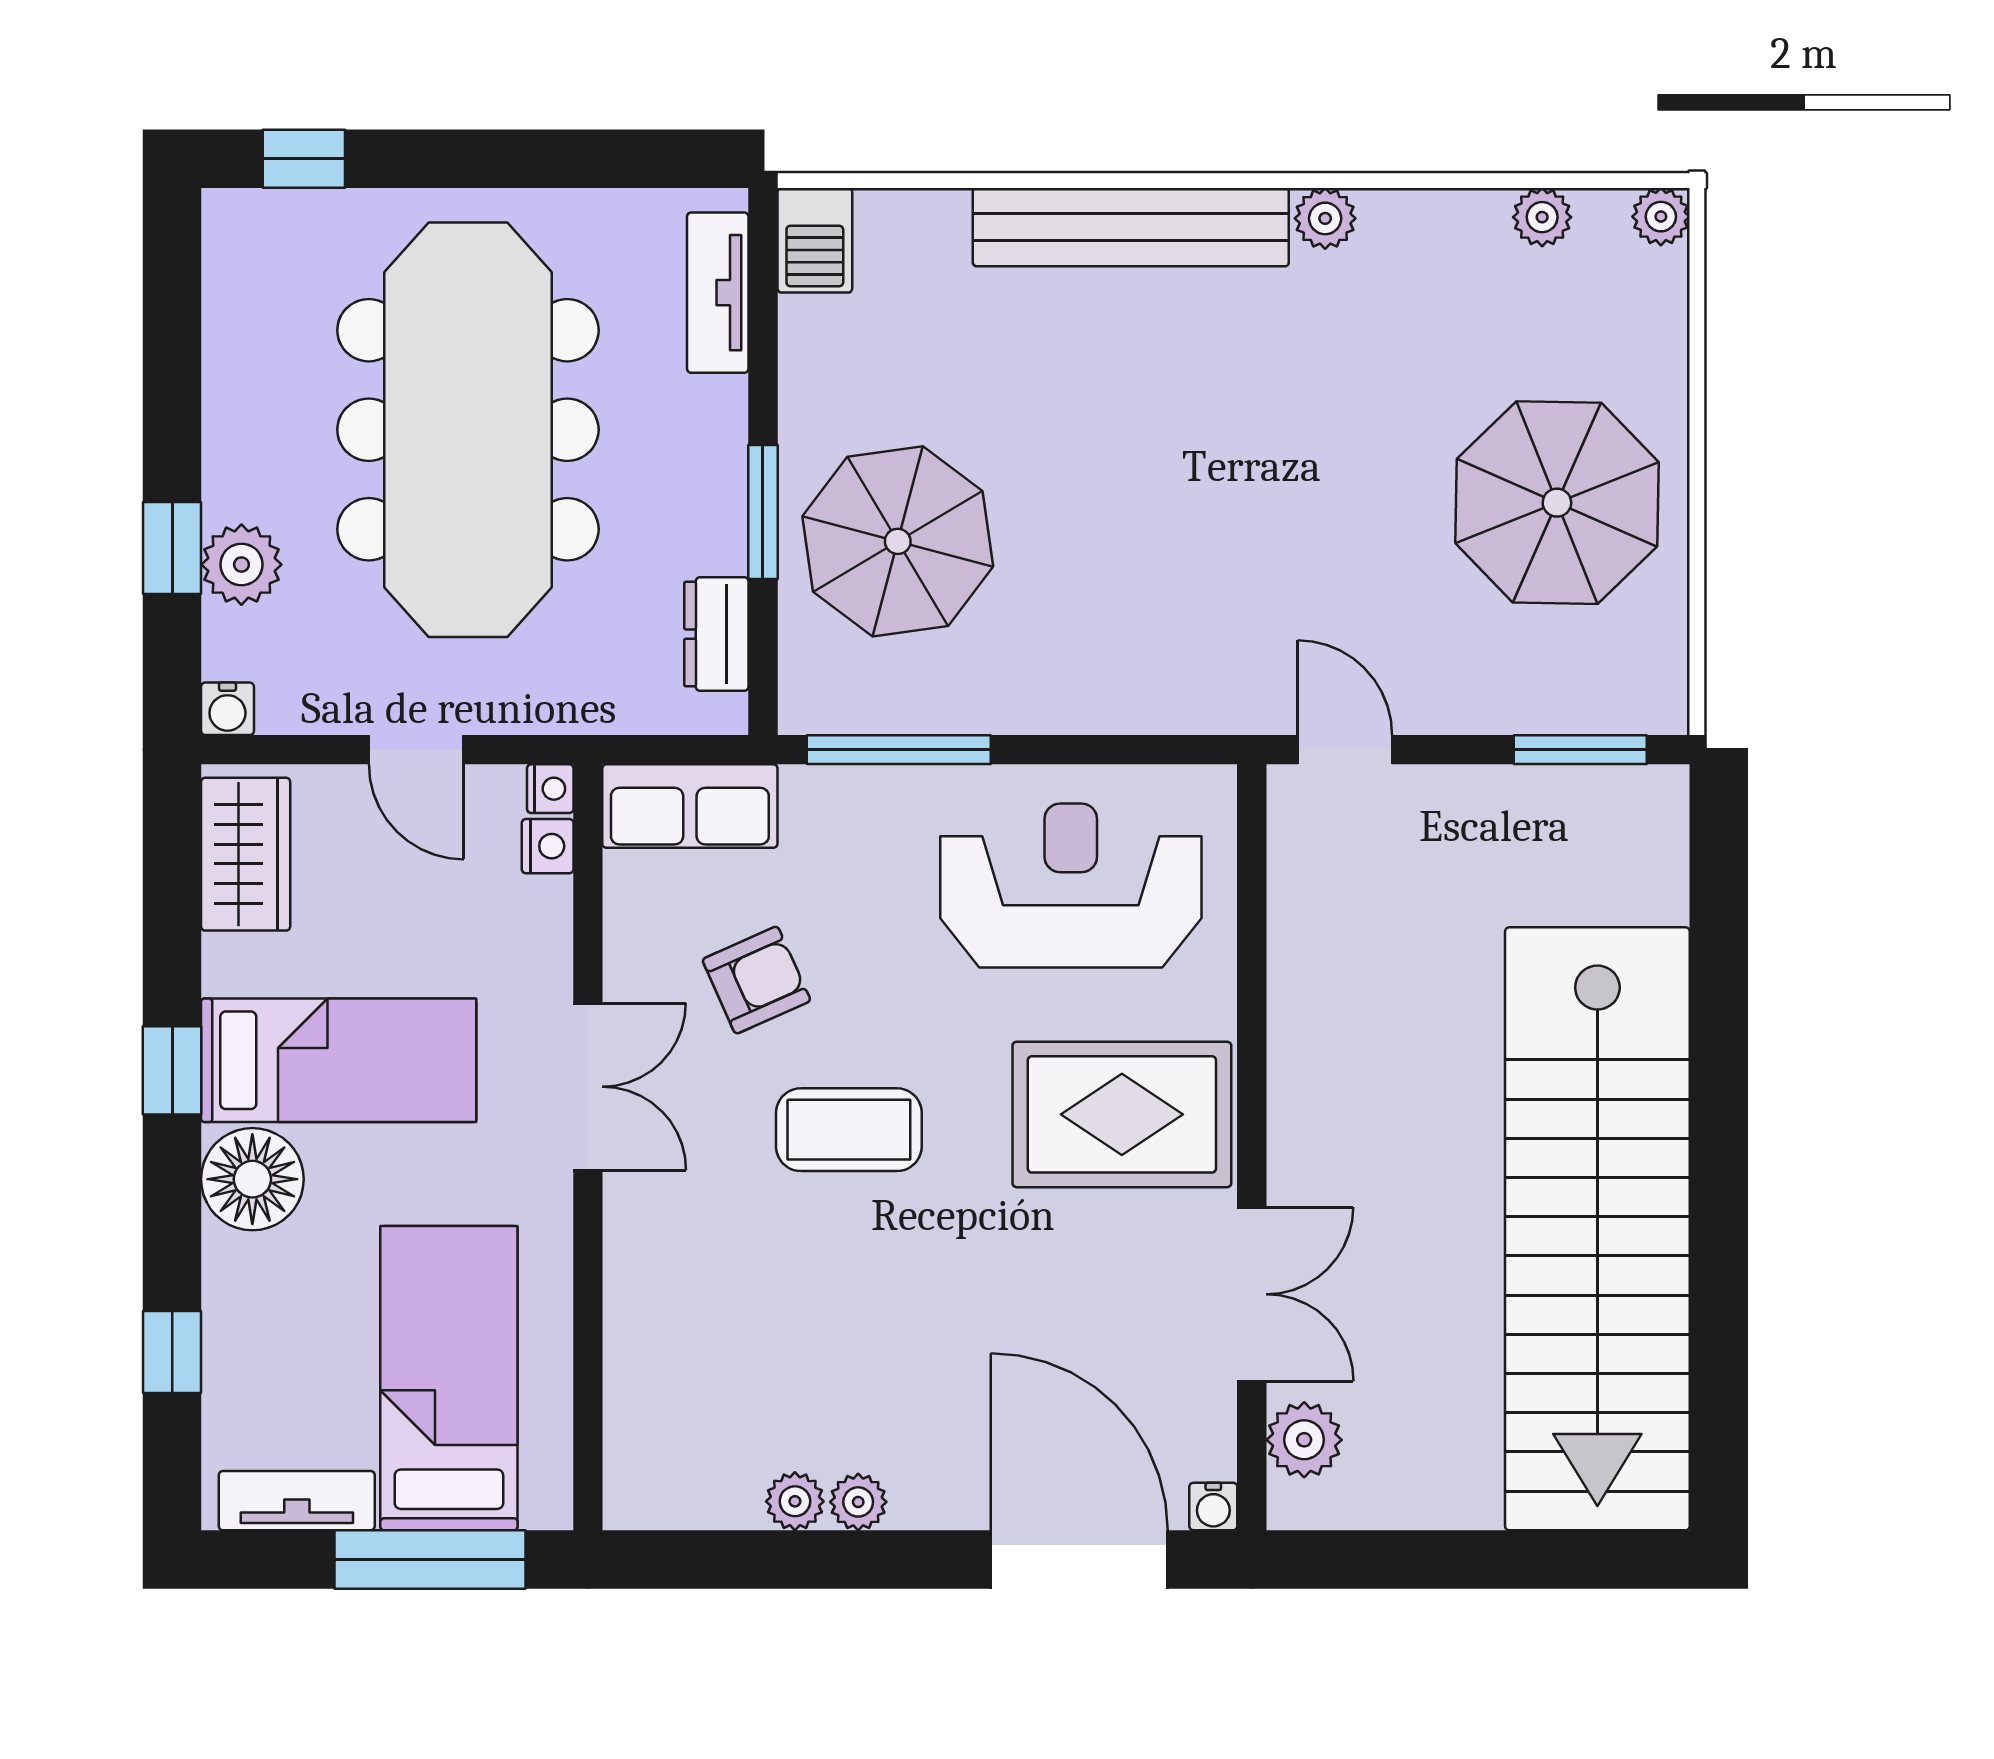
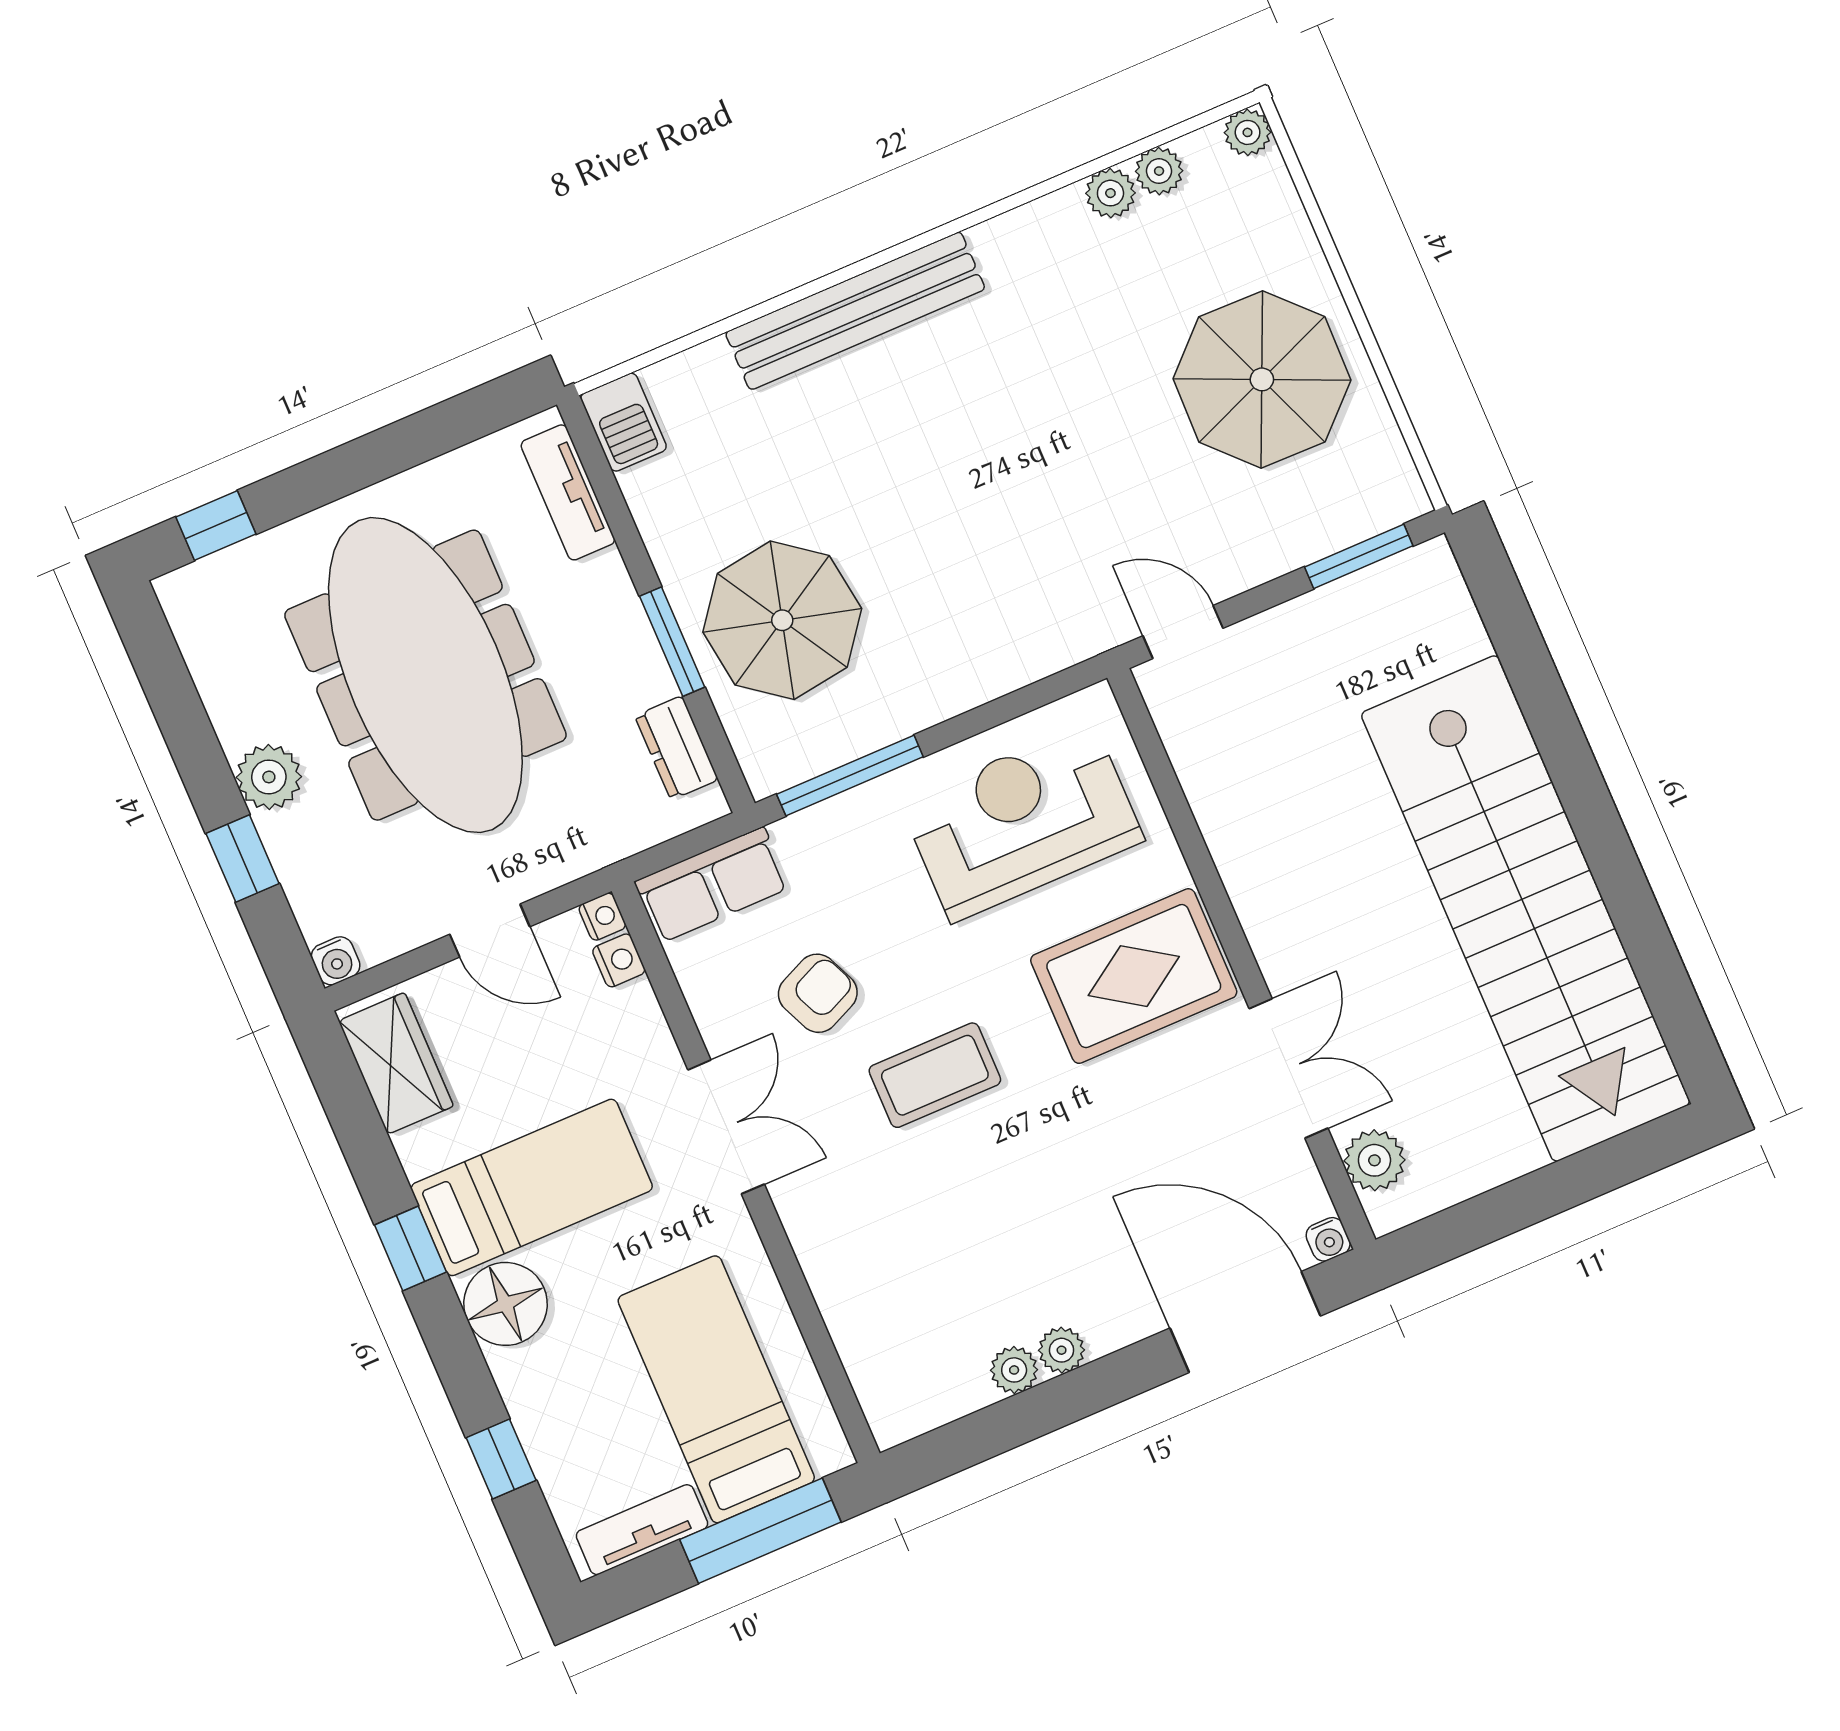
plant: (1325, 218) -> (1110, 193), moved
plant: (241, 565) -> (269, 777), moved

